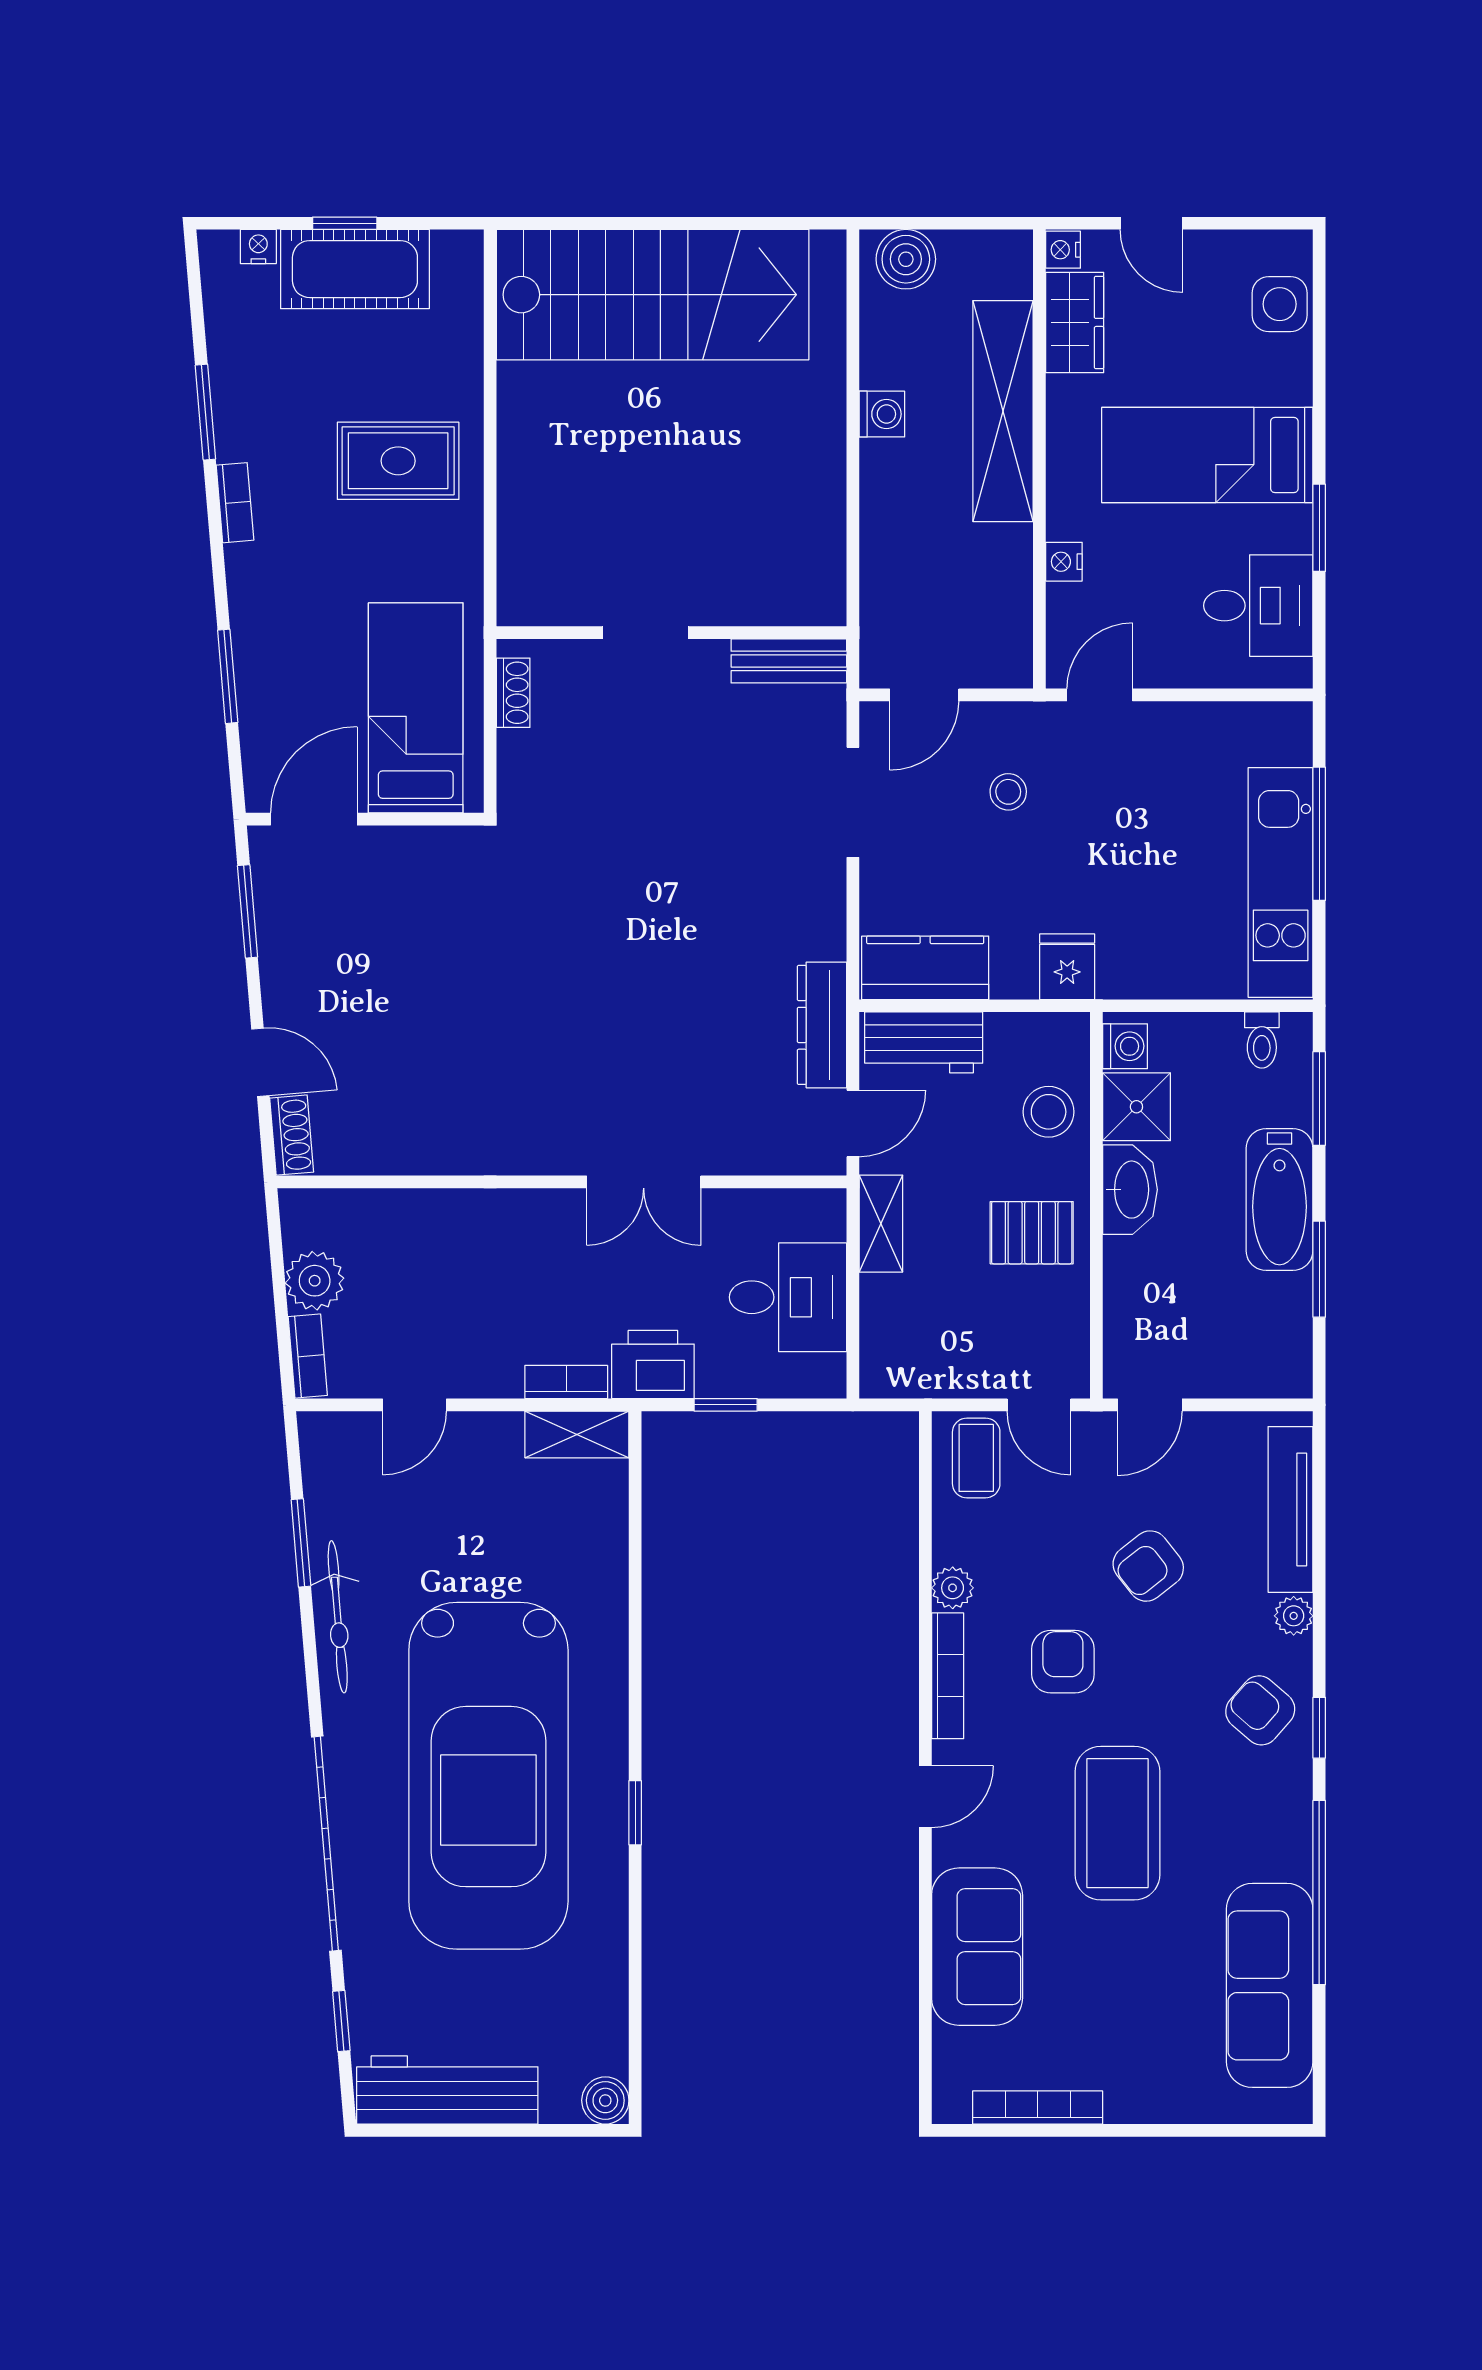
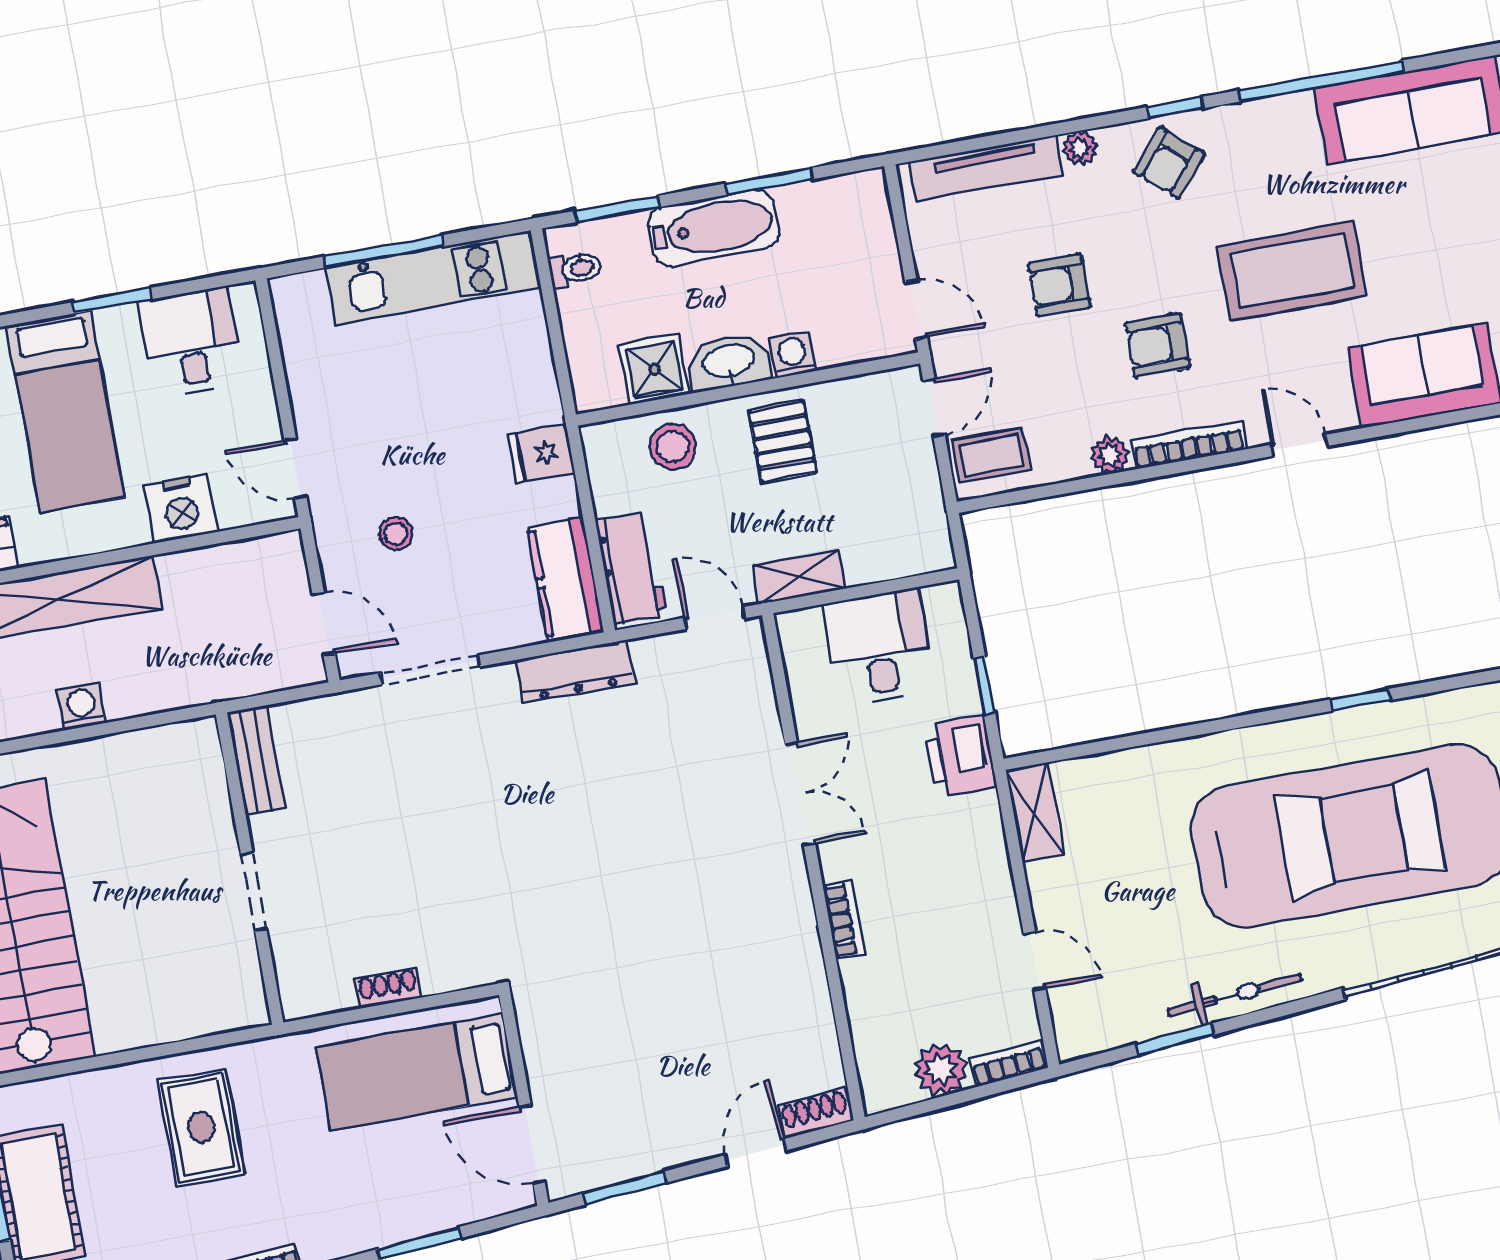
nightstand: (1064, 562) -> (181, 509), width x1.89, depth x1.79
doorway: (645, 633) -> (254, 891), moved
wall: (671, 633) -> (250, 868), moved
bench: (789, 661) -> (256, 760), moved
dresser: (822, 1025) -> (575, 672), moved
washing machine: (1125, 1046) -> (793, 355), moved
bookcase: (566, 1382) -> (844, 920), moved, turned 180
armchair: (1148, 1566) -> (1059, 285), turned 128

